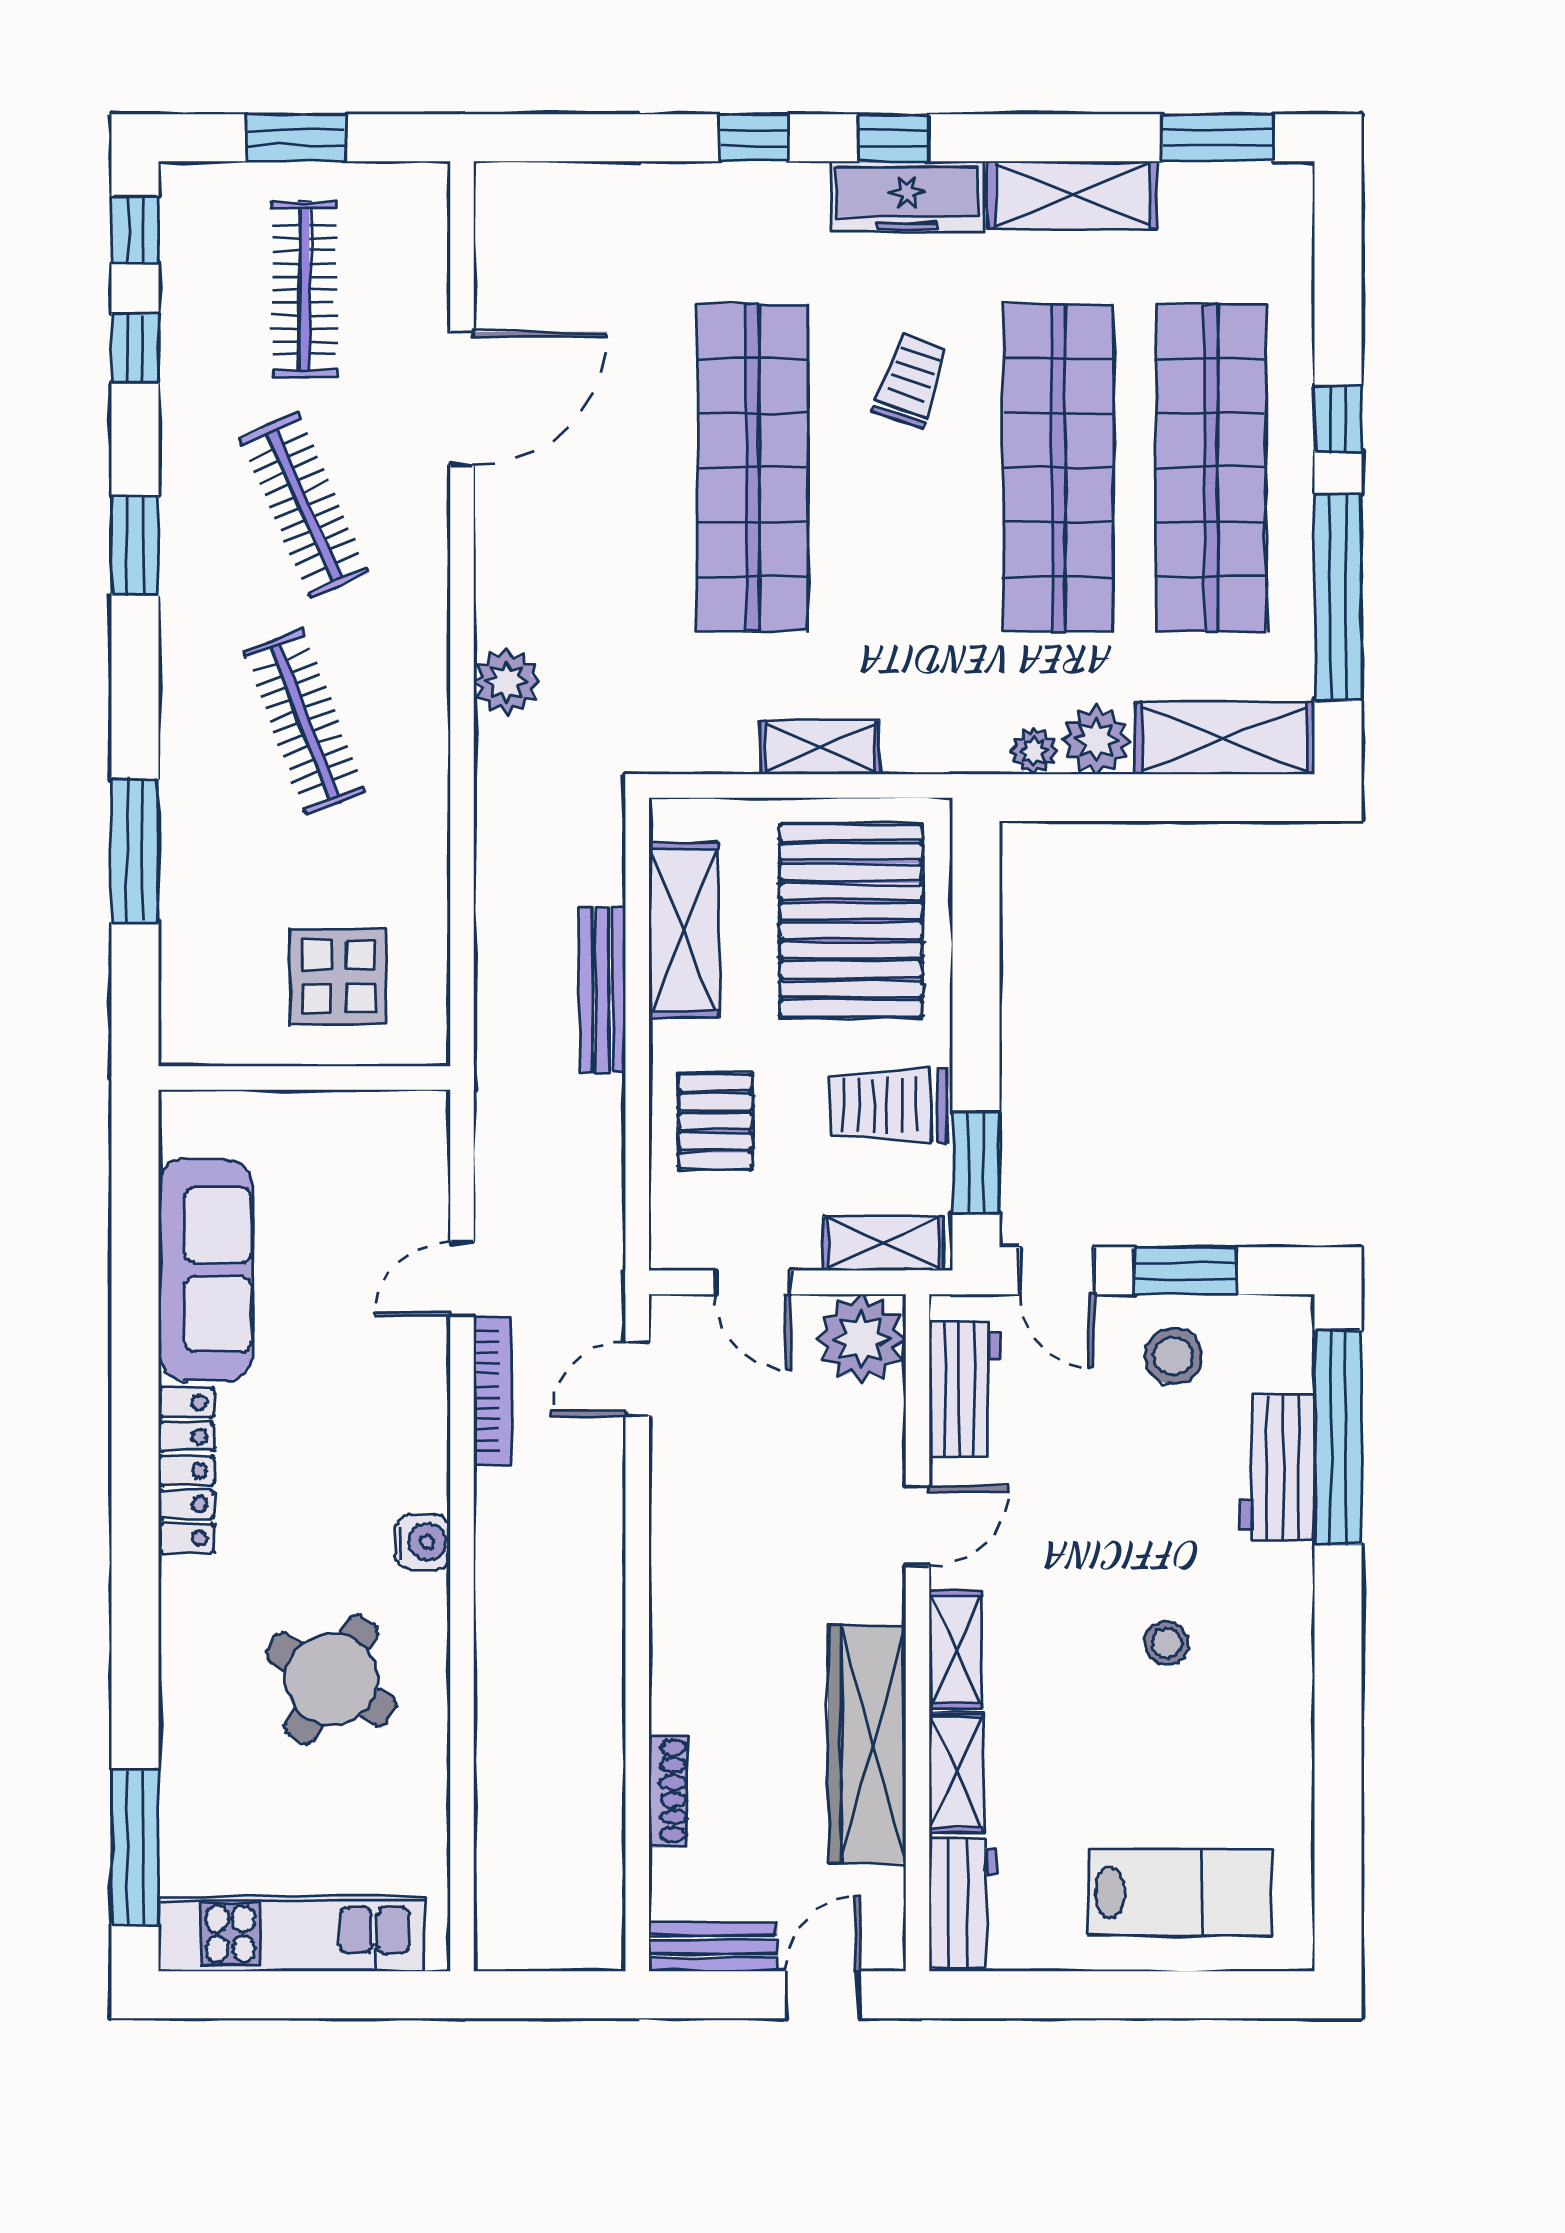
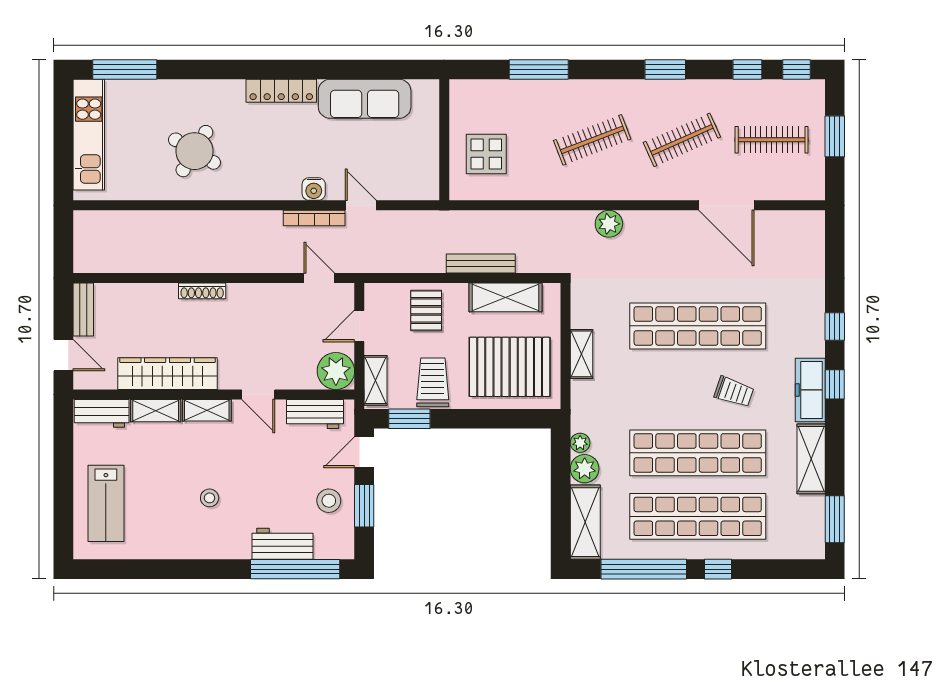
pallet: (715, 1122) -> (426, 310), turned 90
water cooler: (423, 1542) -> (314, 189), moved
shoe rack: (668, 1791) -> (202, 291), moved

